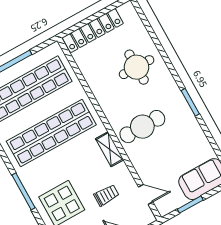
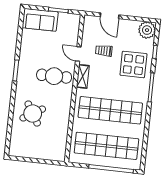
locker: (93, 30) -> (43, 153), removed
round table: (137, 67) -> (33, 114), turned -31
door: (146, 194) -> (78, 54), moved

